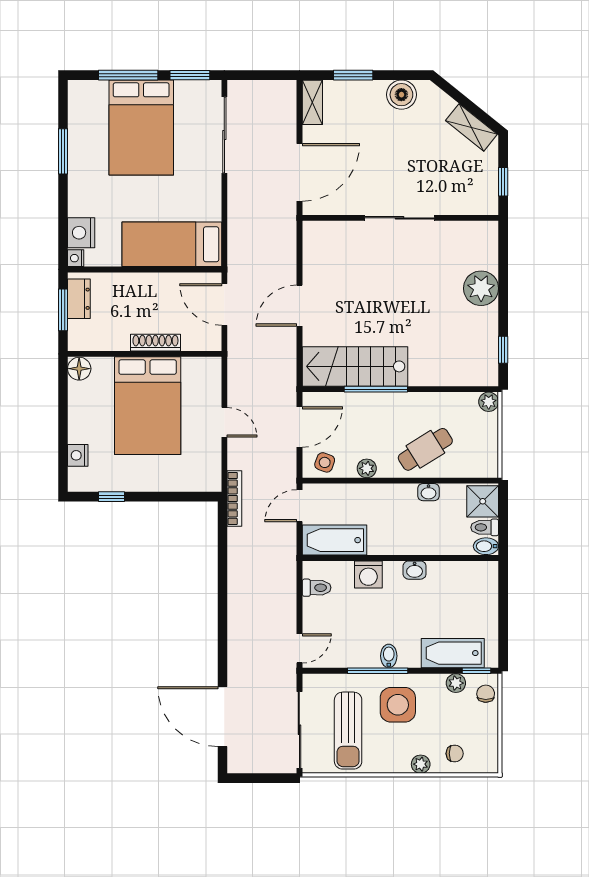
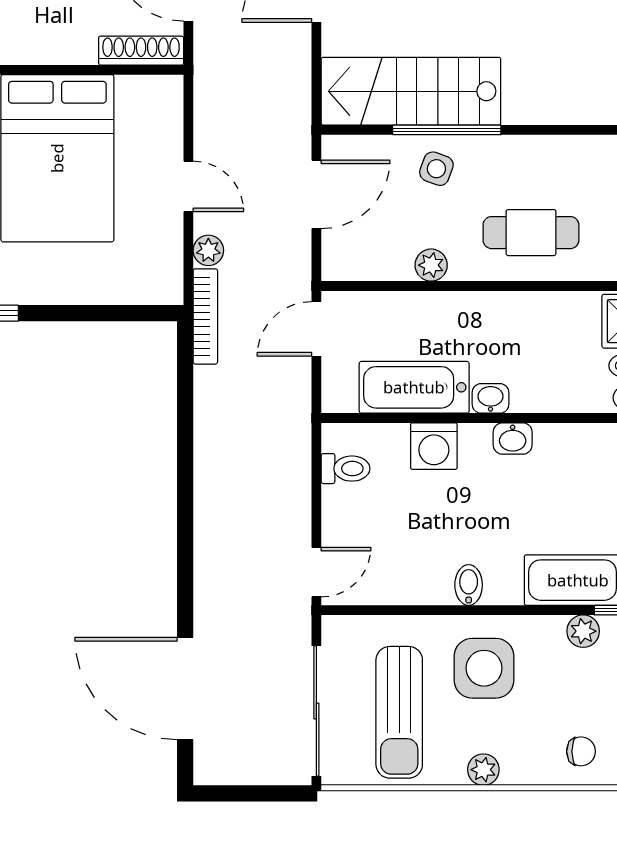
shoe rack: (155, 343) -> (141, 51), moved
cafe table: (425, 449) -> (531, 233), turned 32
plant: (236, 460) -> (208, 250), added
side table: (325, 462) -> (436, 169), moved
washbasin: (429, 492) -> (491, 398), moved, turned 180
bathtub: (334, 540) -> (414, 387), moved
window: (378, 671) -> (450, 610), removed
plant: (421, 764) -> (483, 770), moved

